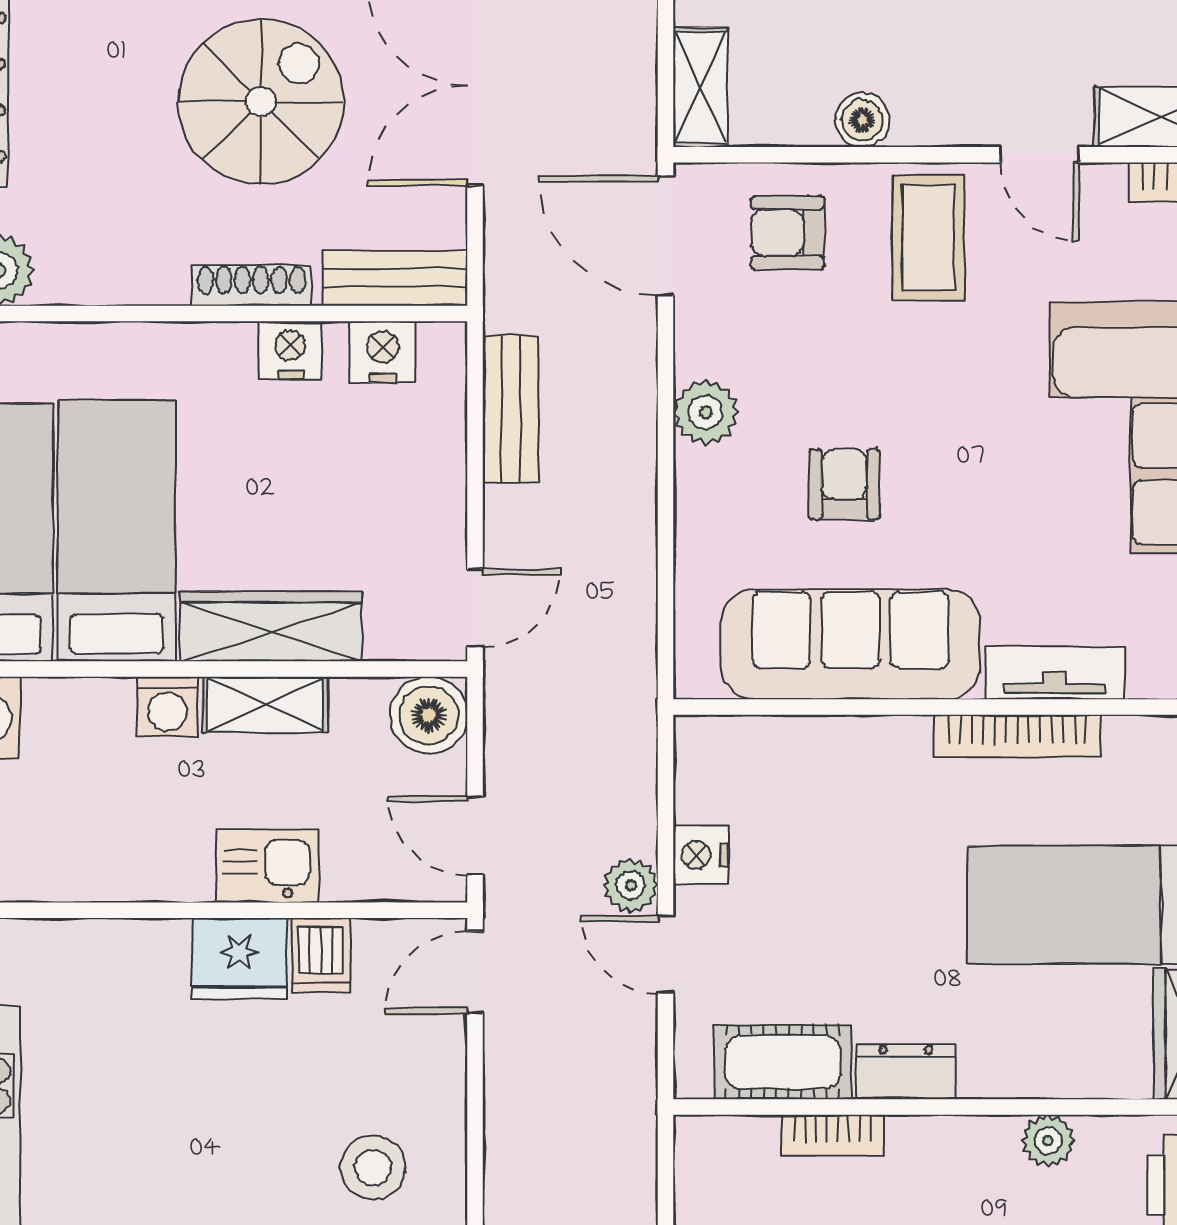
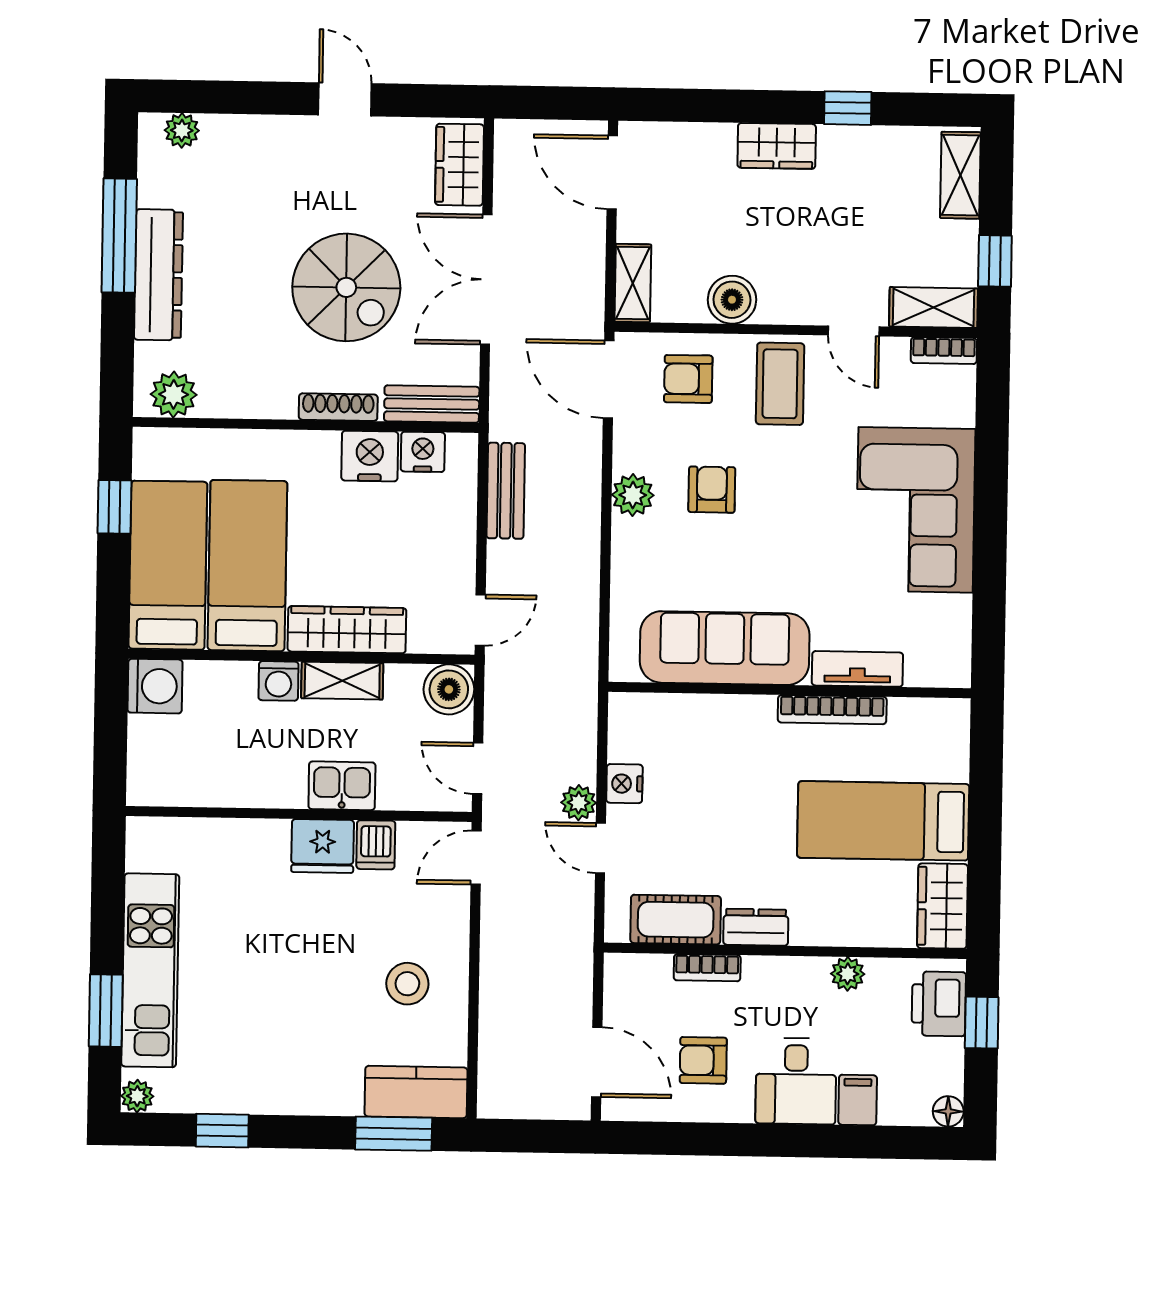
spiral stairs: (261, 102) -> (346, 287), turned 90
boiler: (862, 120) -> (732, 300), width x1.36, depth x1.36
nightstand: (290, 350) -> (370, 456), width x1.36, depth x1.33
armchair: (844, 484) -> (712, 490), moved

